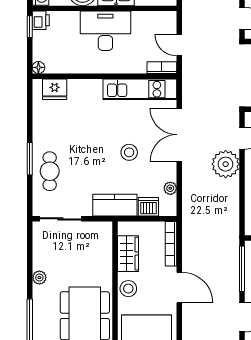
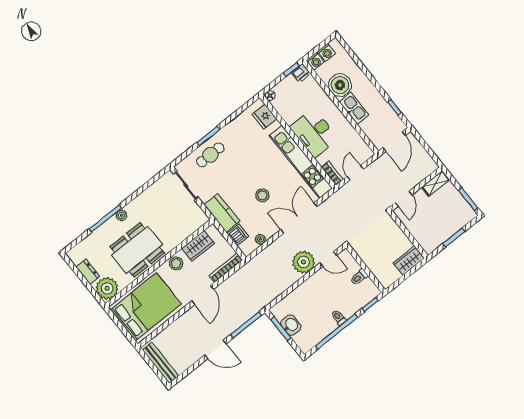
desk: (105, 31) -> (314, 133), moved, turned 180
kitchen unit: (140, 89) -> (301, 162), width x1.36
plant: (39, 277) -> (121, 215), moved

